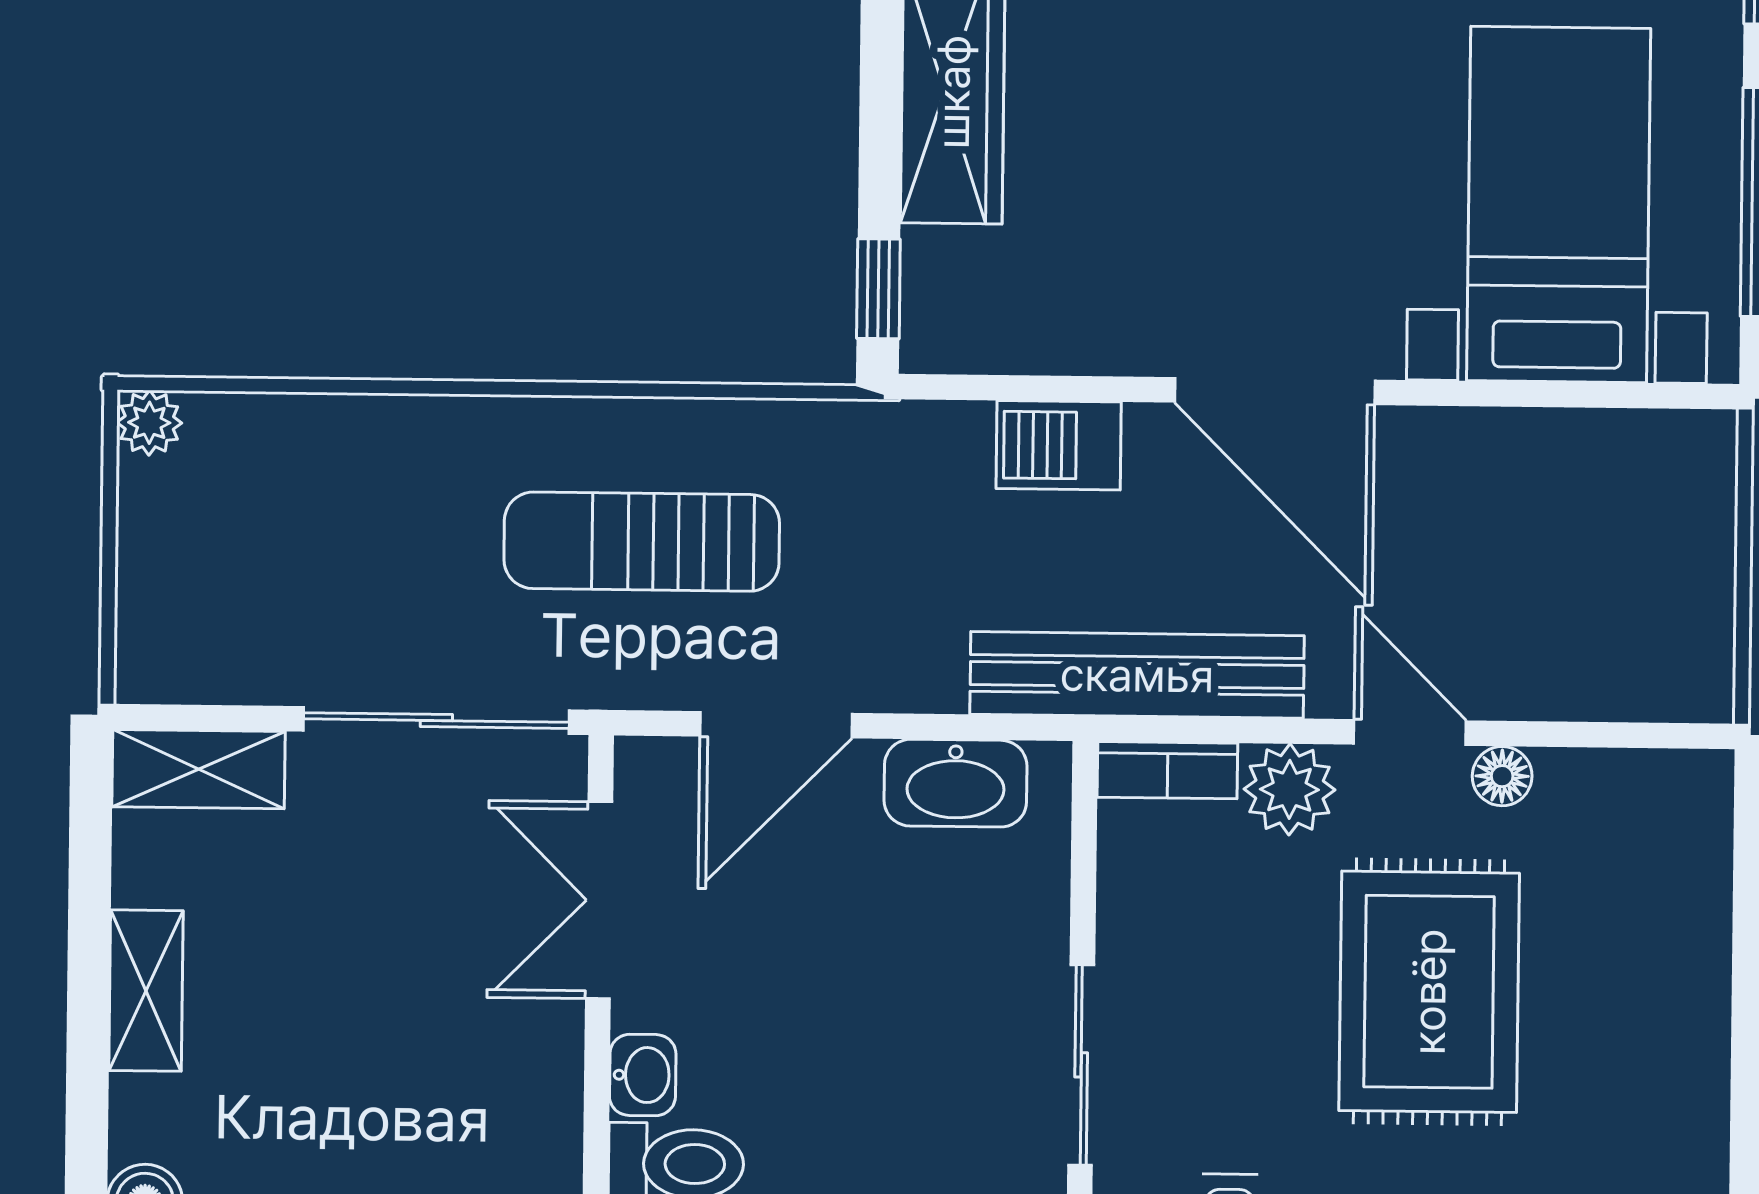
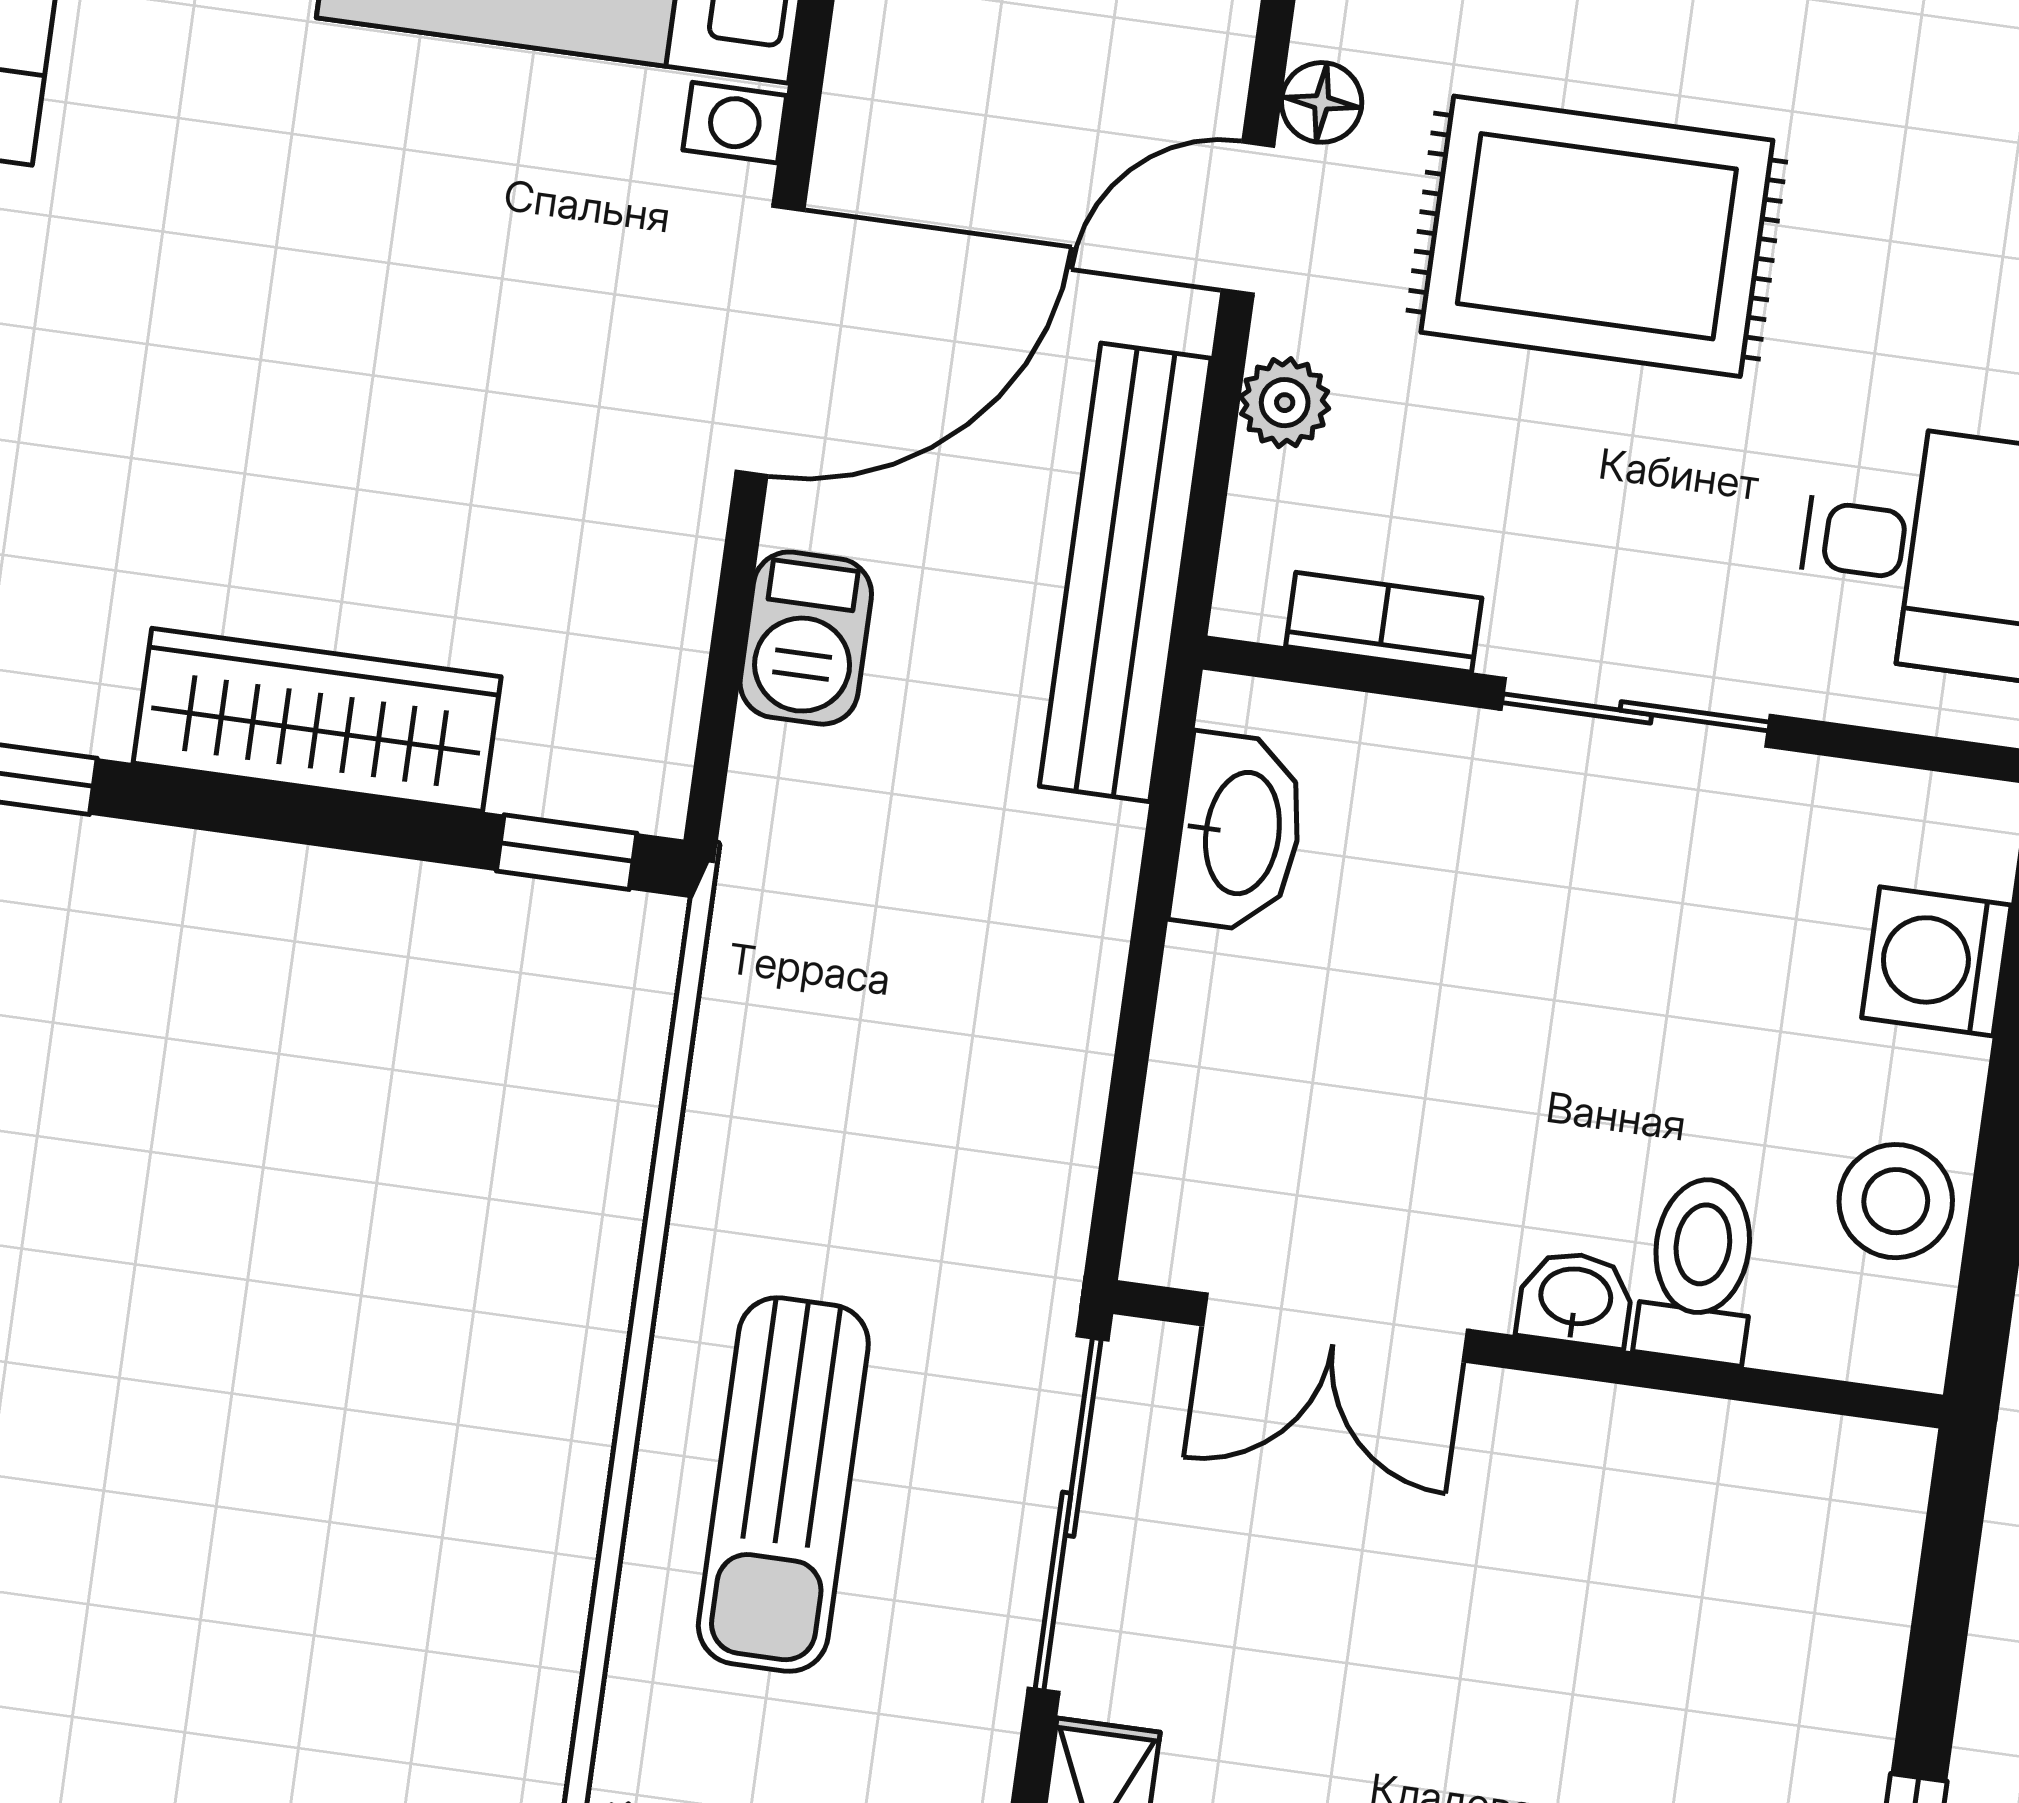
sun lounger: (642, 542) -> (783, 1484), moved
door: (776, 725) -> (1131, 1062), removed
bookcase: (1167, 770) -> (1384, 622), moved, turned -90
plant: (1289, 789) -> (1285, 403), width x0.73, depth x0.73

